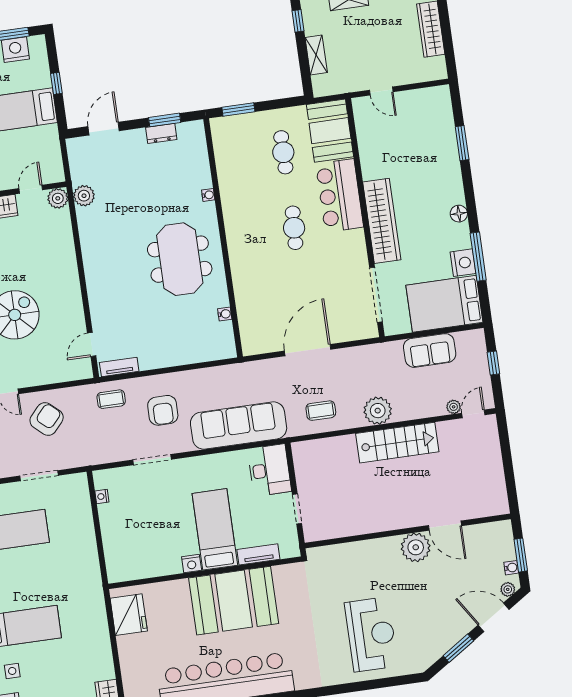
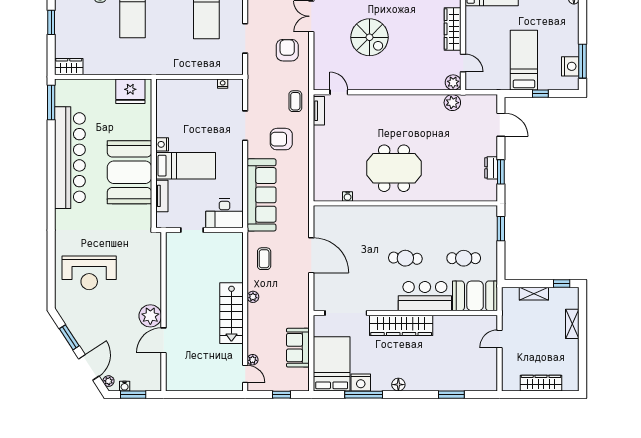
water cooler: (208, 195) -> (439, 197), removed
plant: (378, 411) -> (253, 297), width x0.53, depth x0.53
armchair: (47, 419) -> (287, 50), turned -132

